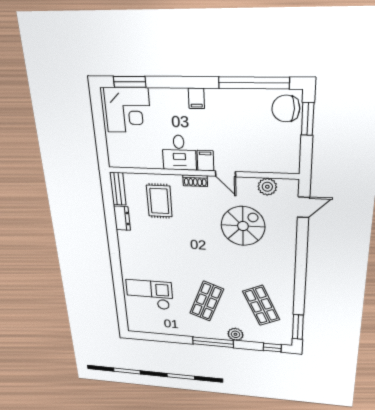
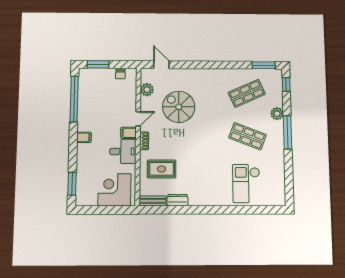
chair: (286, 109) -> (120, 74), moved, width x0.54, depth x0.54
corner desk: (128, 110) -> (114, 190), moved, turned -90

